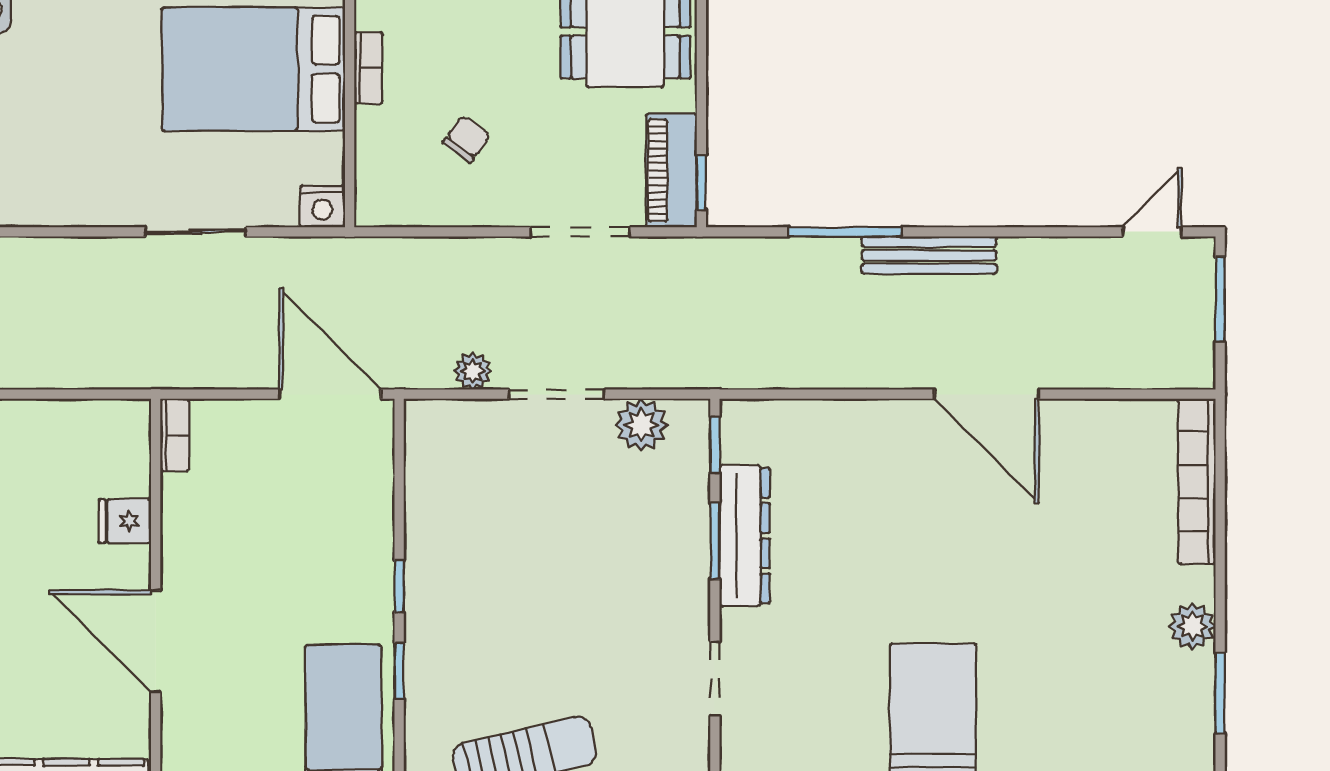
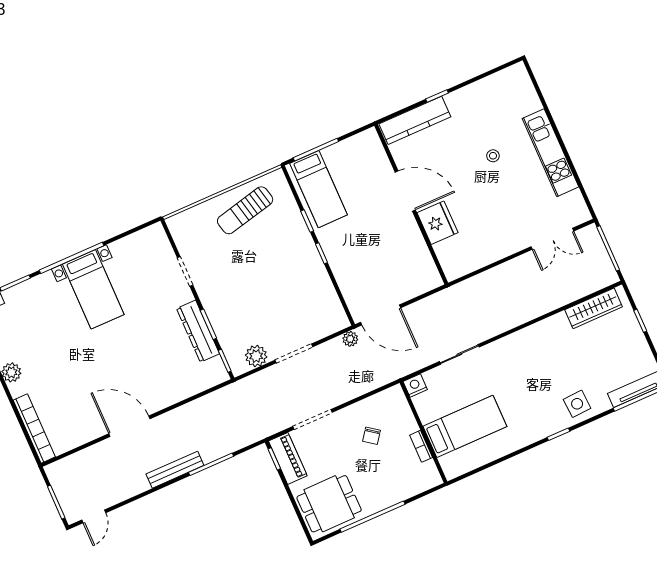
bed: (254, 69) -> (465, 426), width x0.67
plant: (473, 371) -> (350, 339), moved
bookcase: (175, 435) -> (433, 273), removed
fridge: (125, 521) -> (438, 223), width x1.88, depth x1.34

